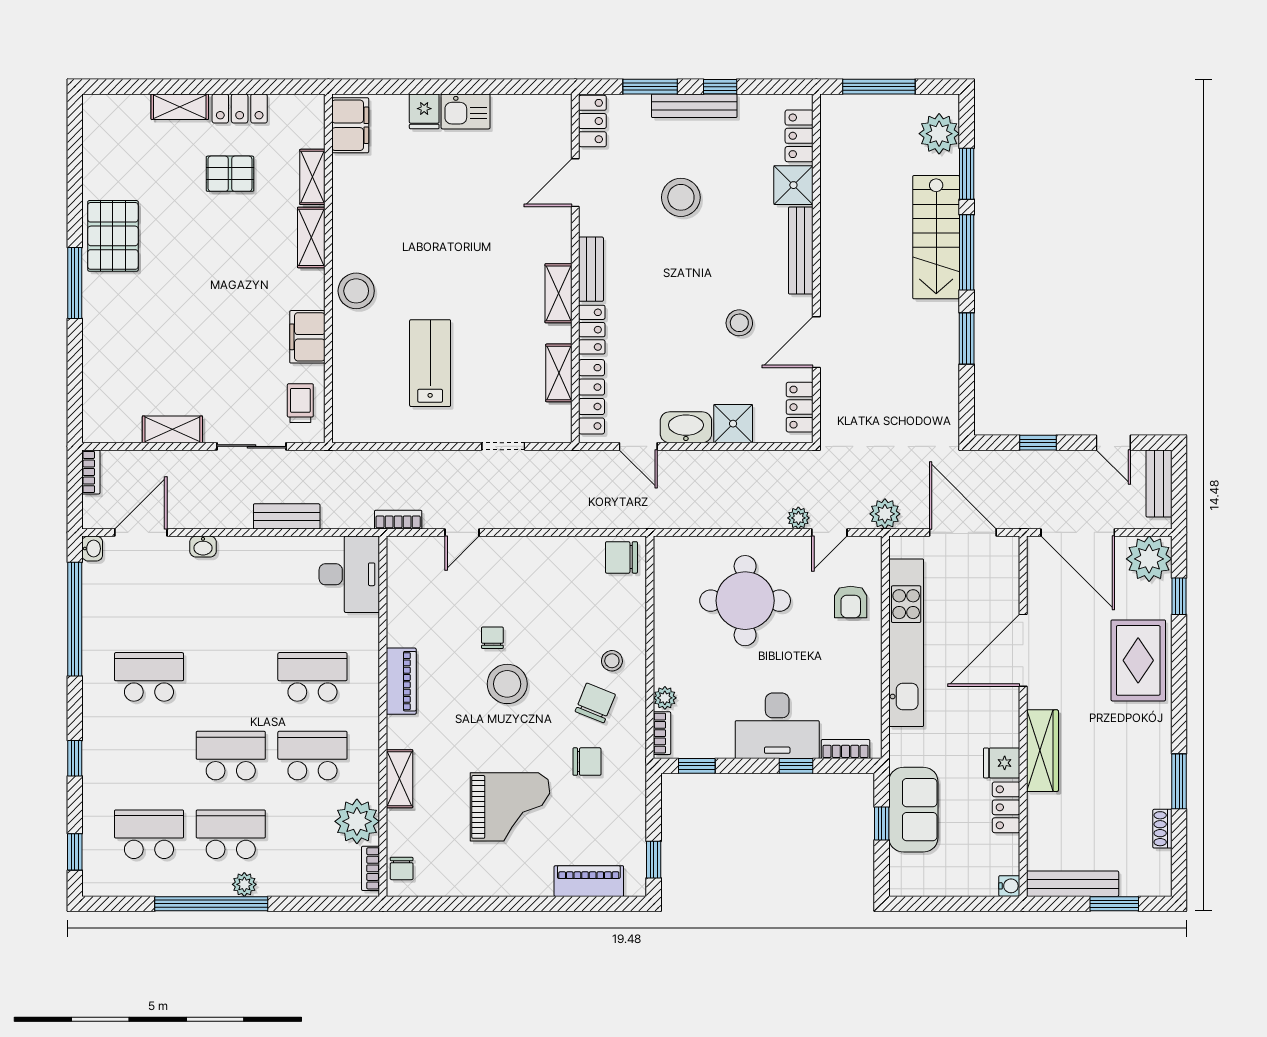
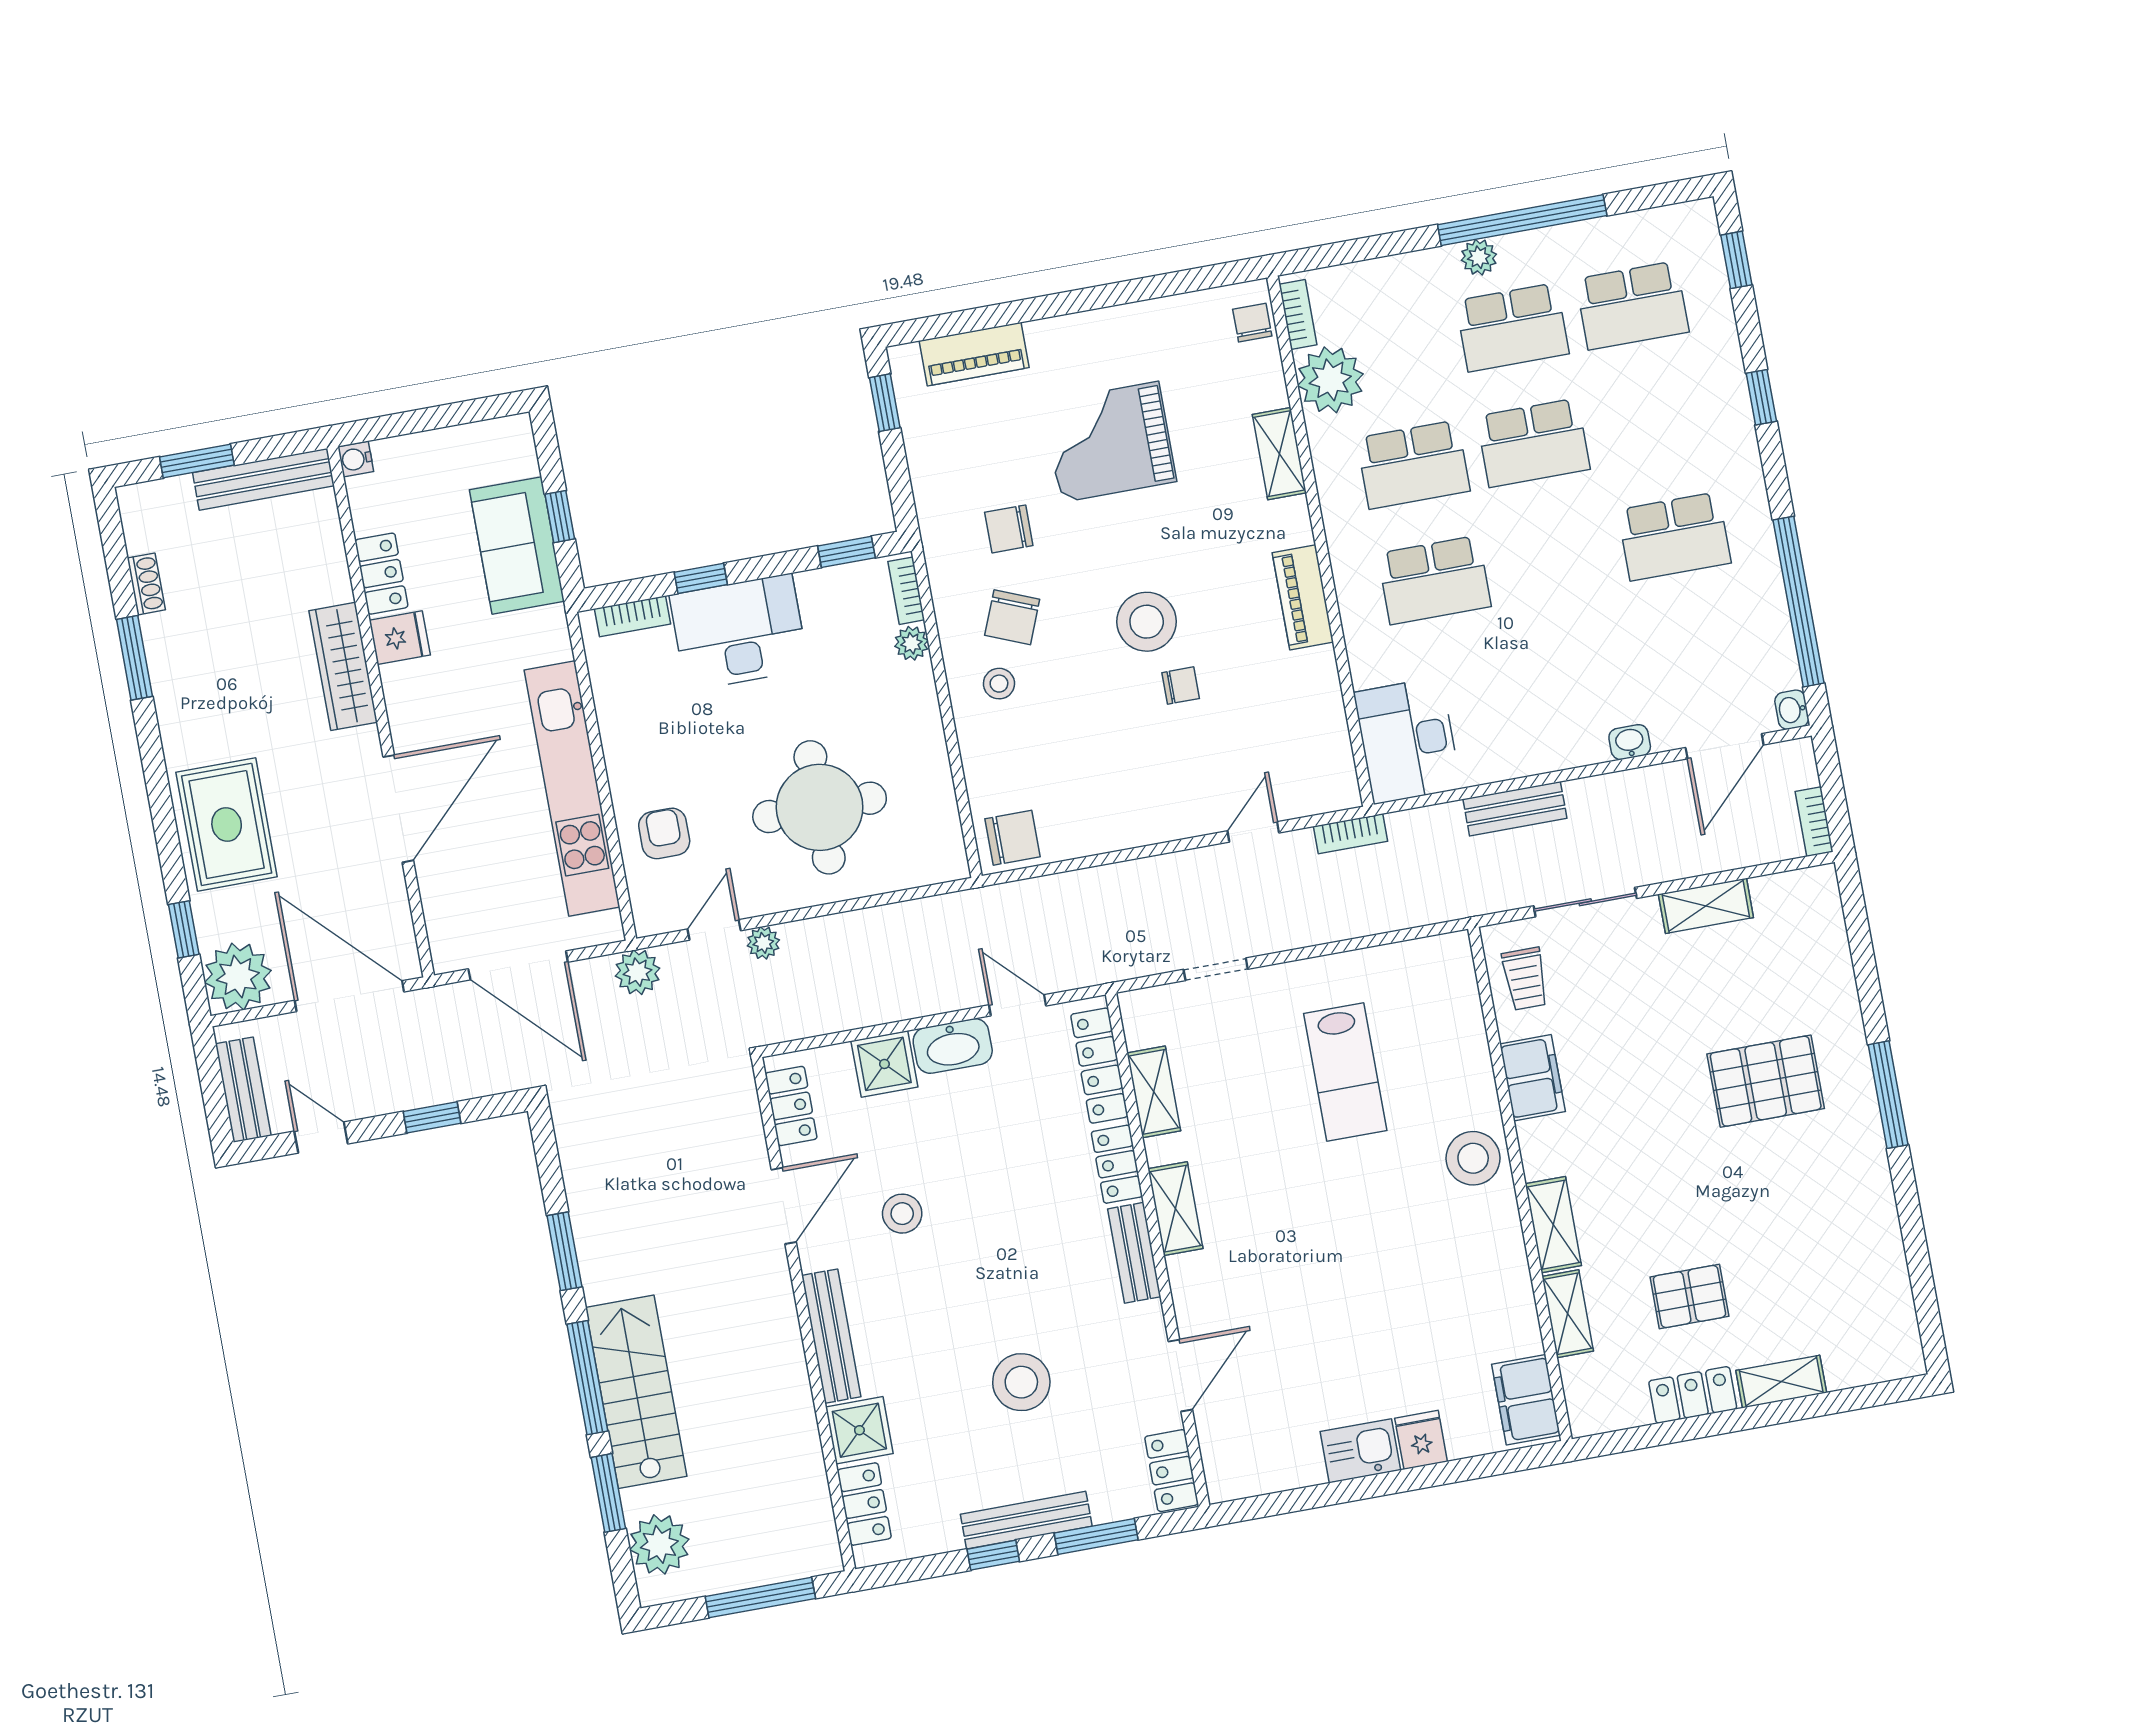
pallet: (113, 236) -> (1766, 1081), moved, turned 90
chair: (492, 638) -> (1181, 686), turned -90

